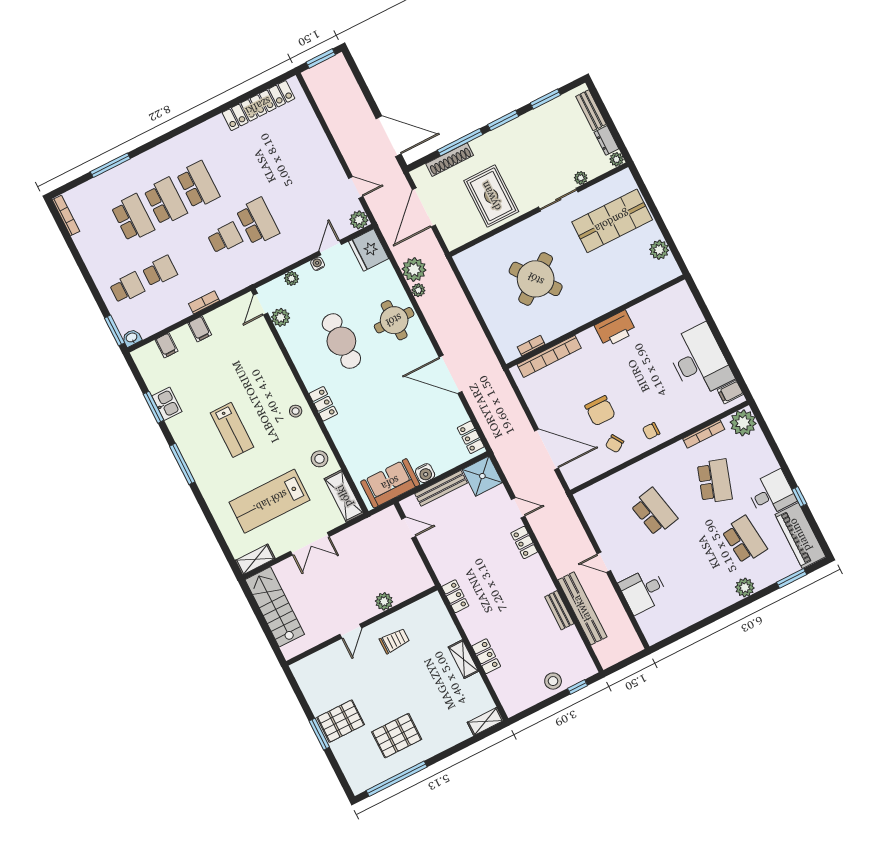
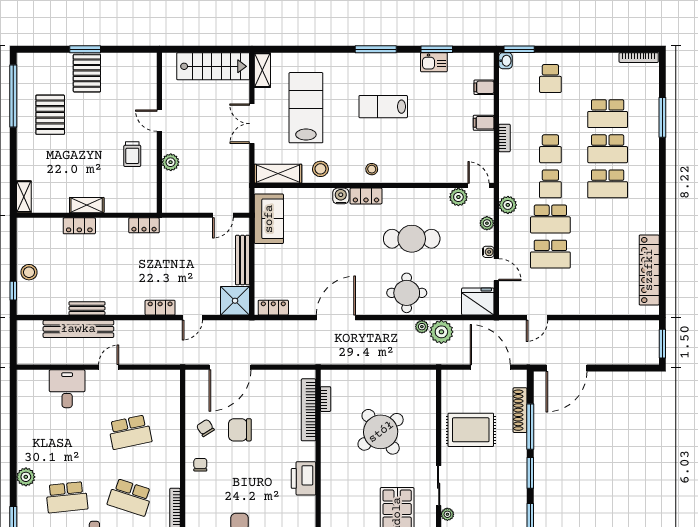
school desk: (290, 205) -> (550, 254), added
plant: (359, 220) -> (508, 205), moved
school desk: (160, 271) -> (550, 149), moved
water cooler: (425, 473) -> (341, 196), moved, turned 90

